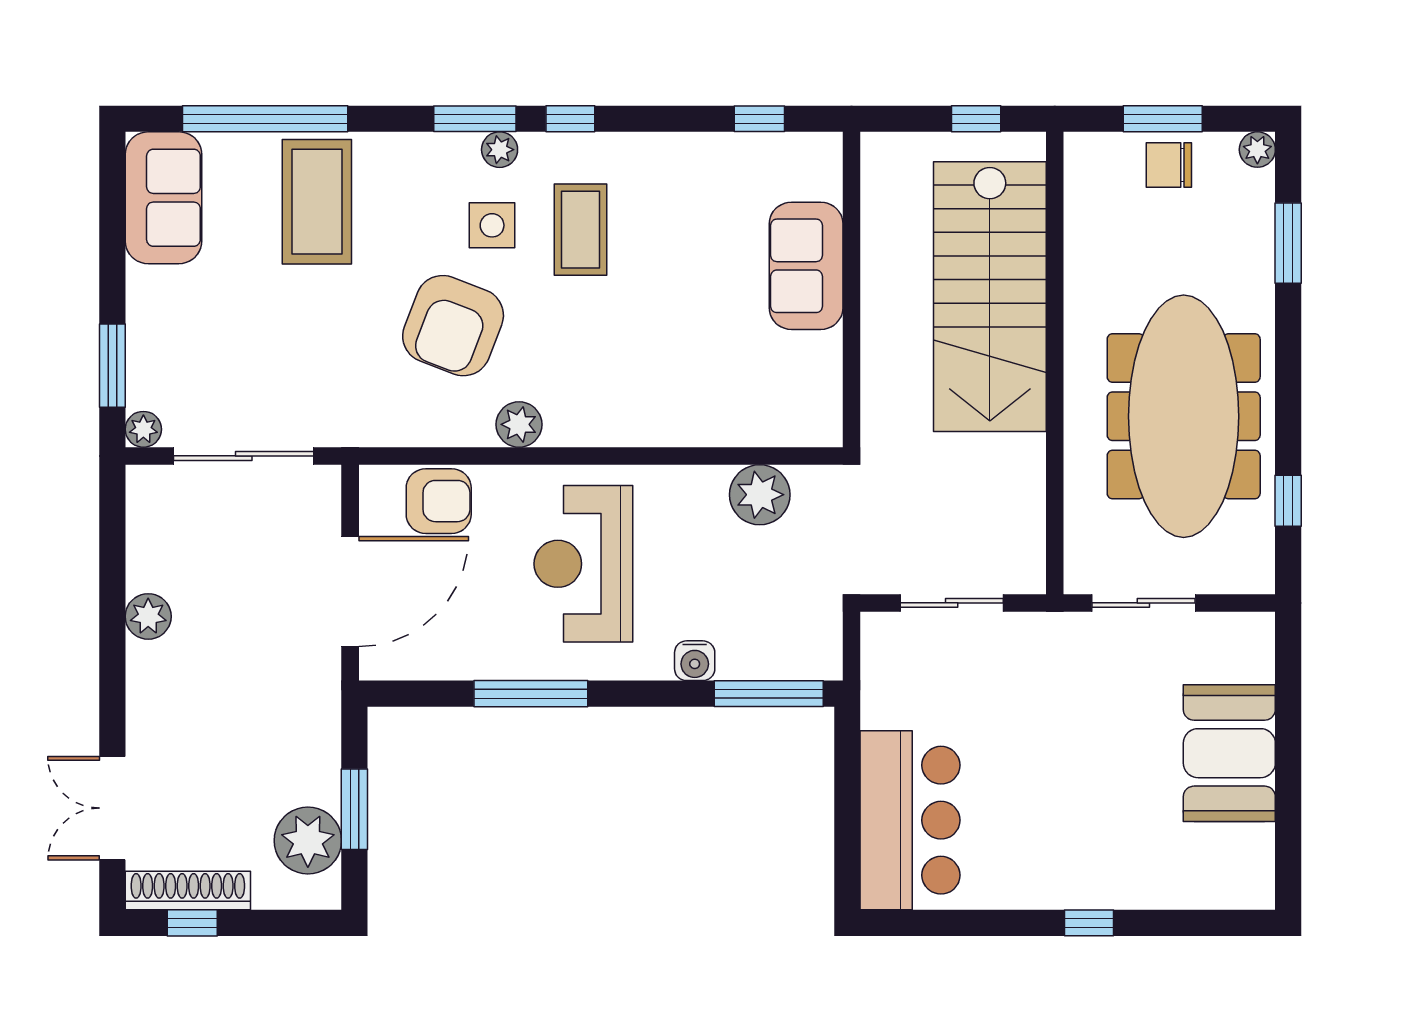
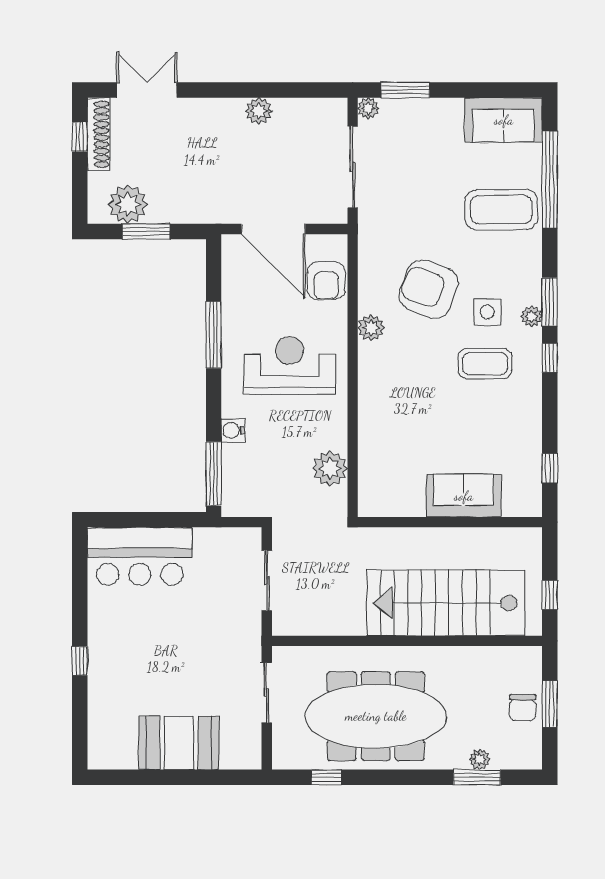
plant: (1257, 150) -> (480, 759), moved
chair: (1169, 165) -> (523, 708), turned 180

